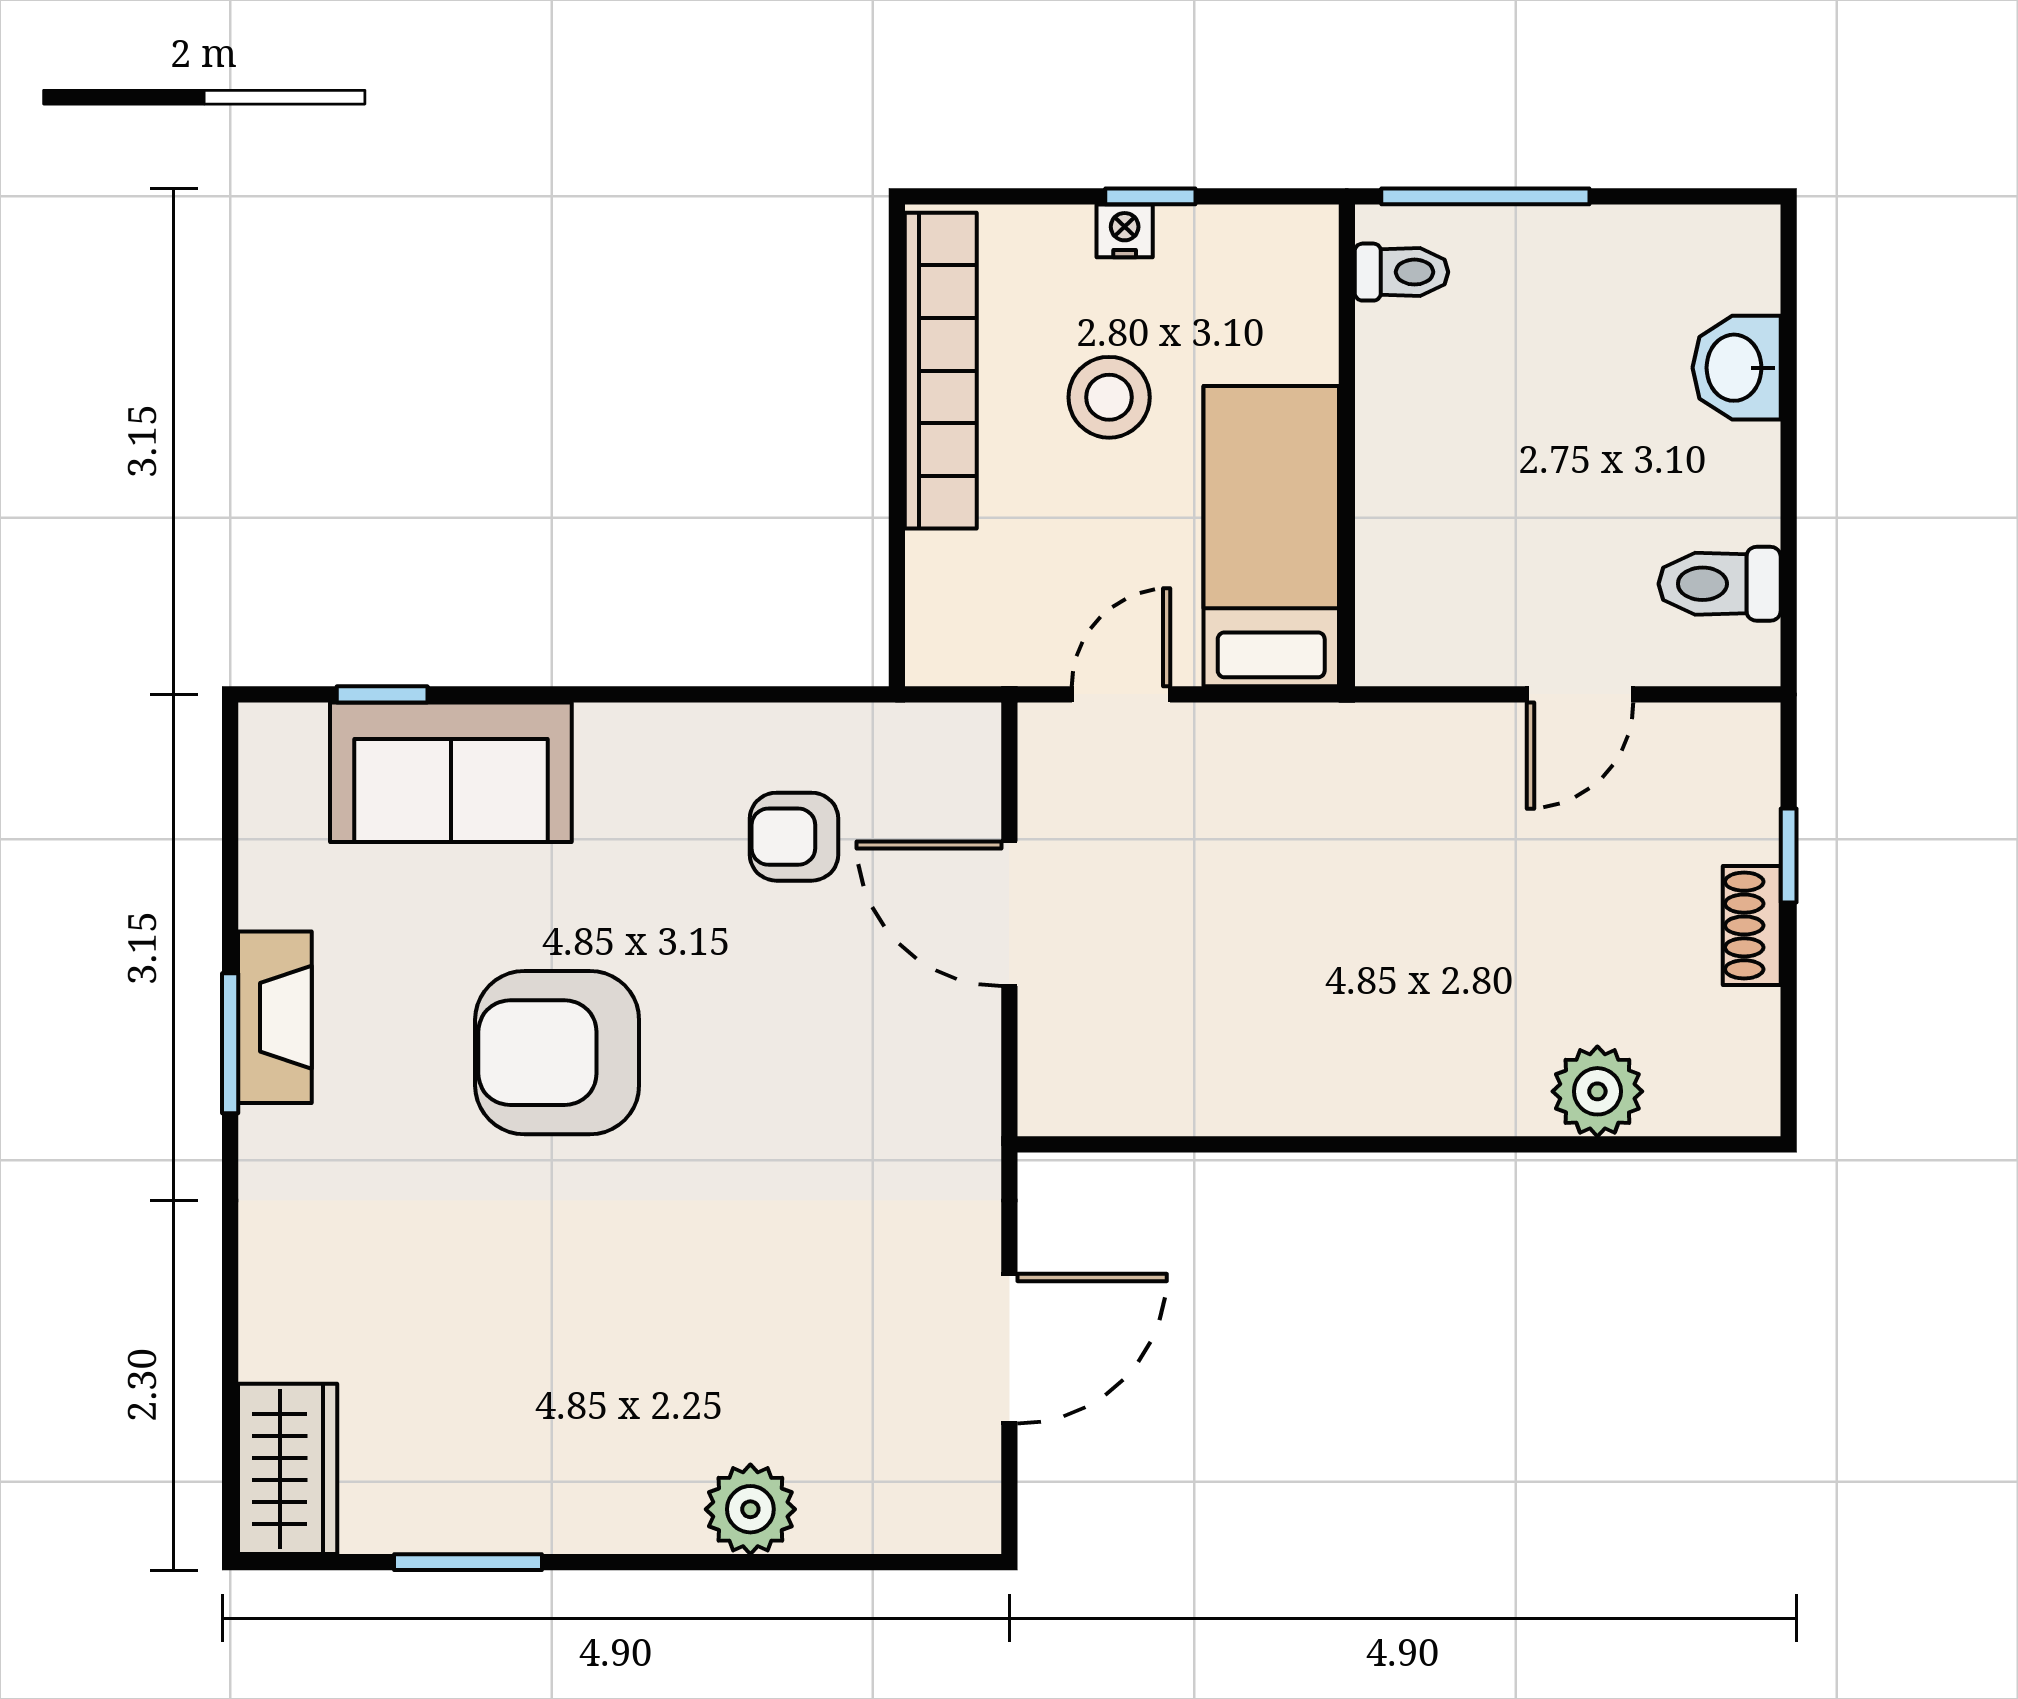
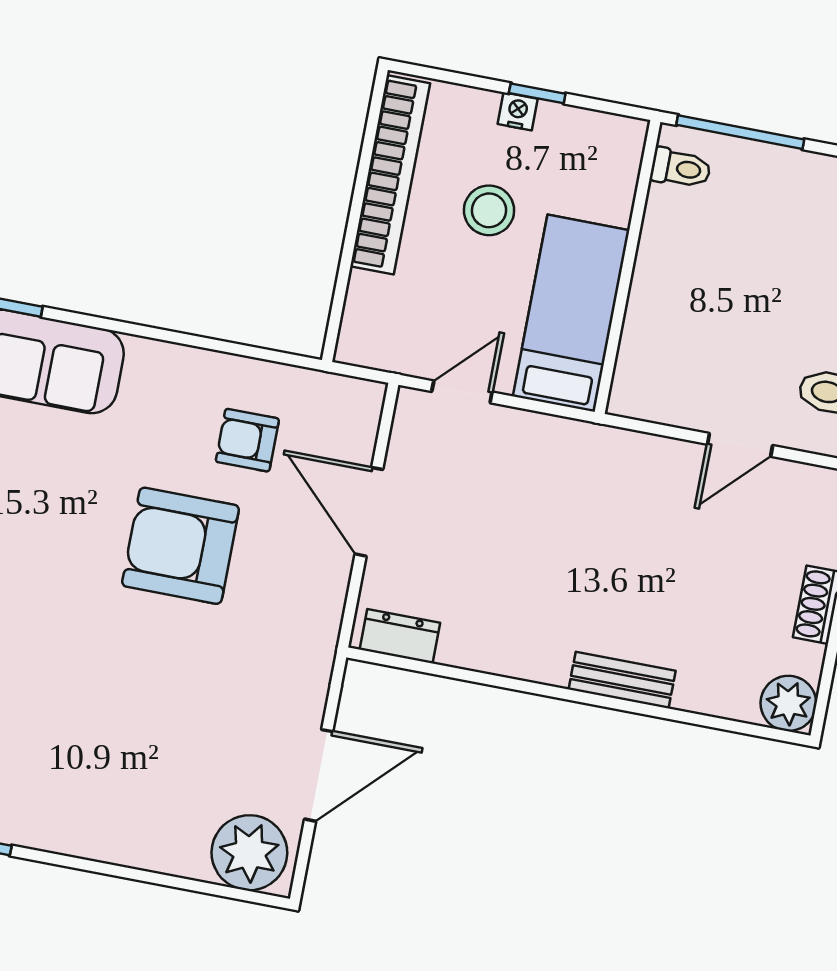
armchair: (557, 1053) -> (181, 546), moved
plant: (1597, 1091) -> (788, 703), moved
dresser: (1096, 1103) -> (400, 636), added
bench: (1464, 1105) -> (622, 680), added
plant: (750, 1509) -> (249, 853), moved, width x1.36, depth x1.36

